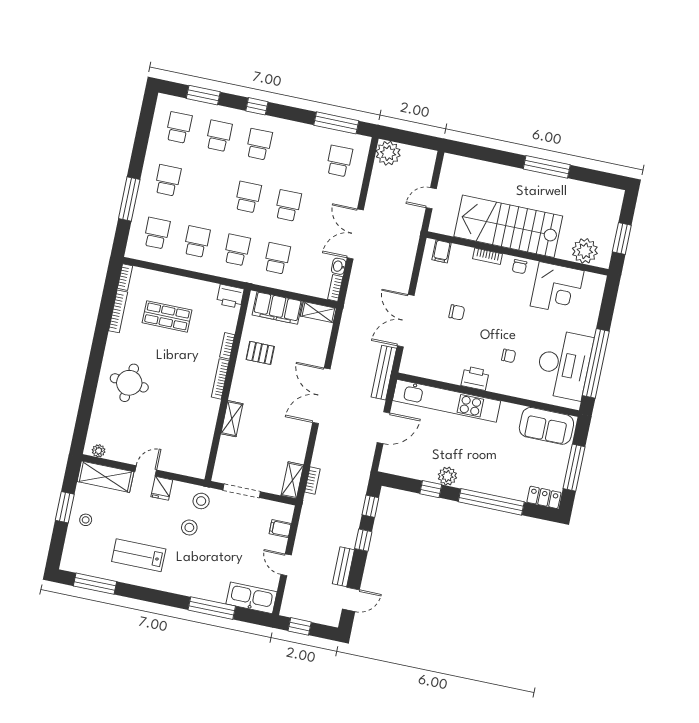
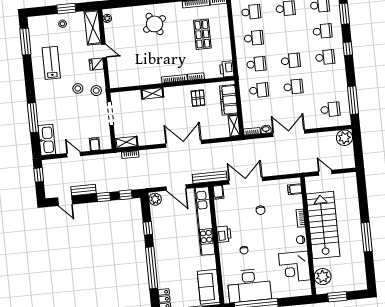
filing cabinet: (410, 367) -> (218, 192), added
round table: (129, 383) -> (155, 24), turned -35
plant: (447, 476) -> (155, 199), moved
door: (286, 565) -> (74, 155), hinge flipped

